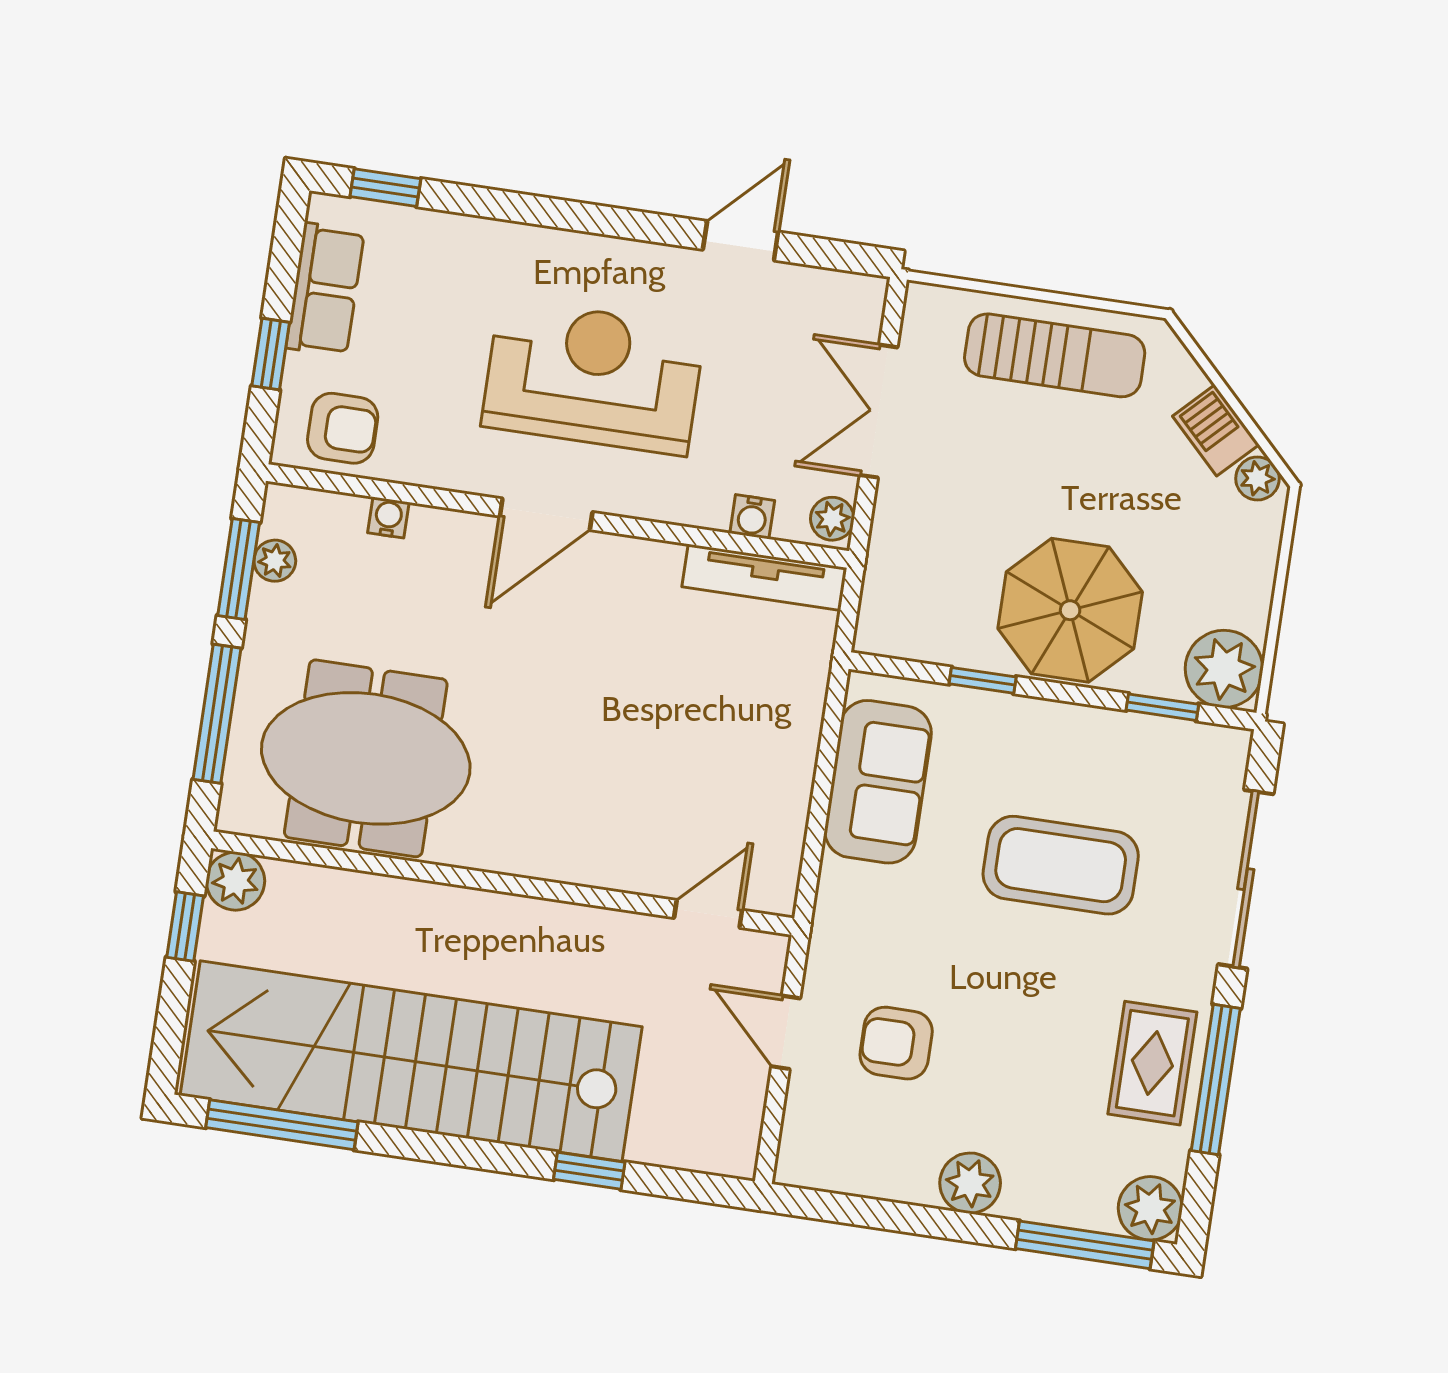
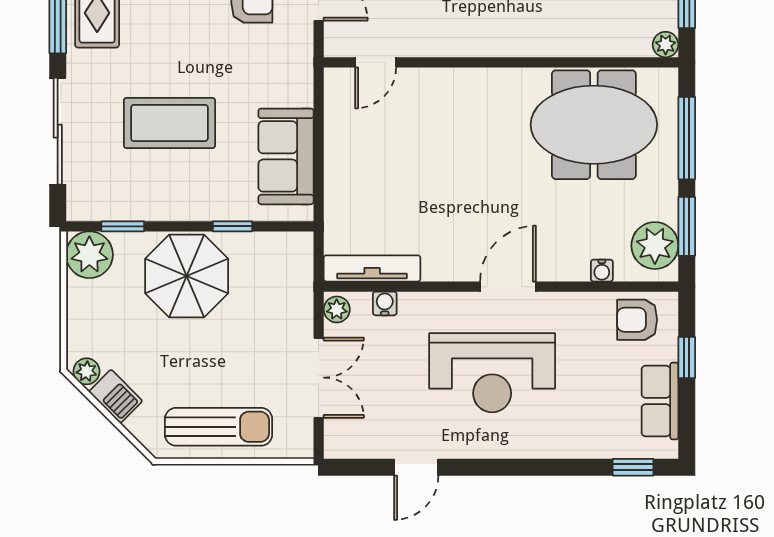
sun lounger: (1055, 355) -> (219, 427), turned 180
plant: (275, 561) -> (655, 246), width x1.88, depth x1.88
plant: (235, 881) -> (666, 45), width x0.73, depth x0.73

